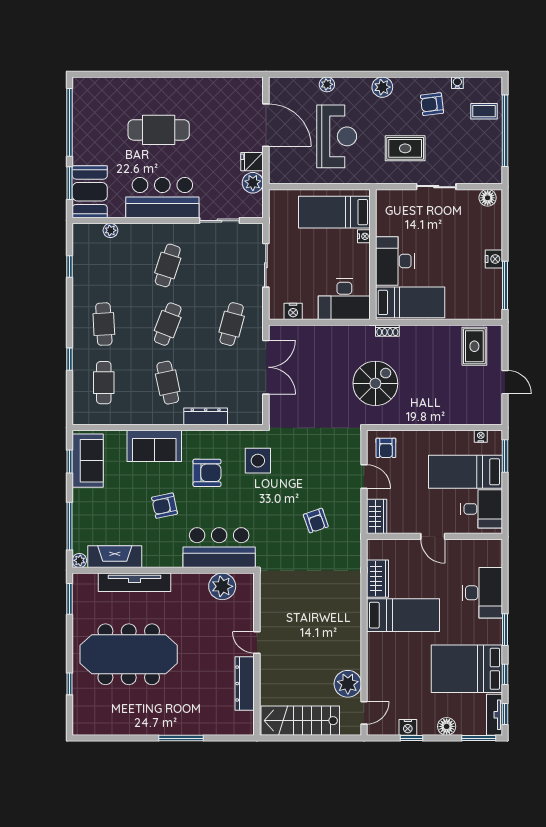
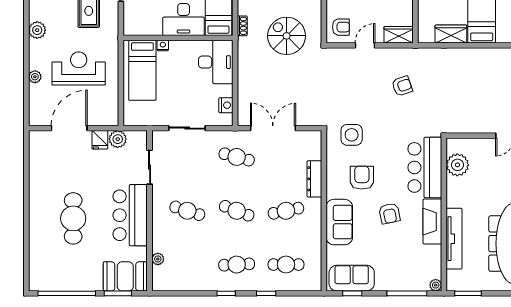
window: (70, 266) -> (226, 293), moved
fireplace: (115, 557) -> (432, 222), moved

